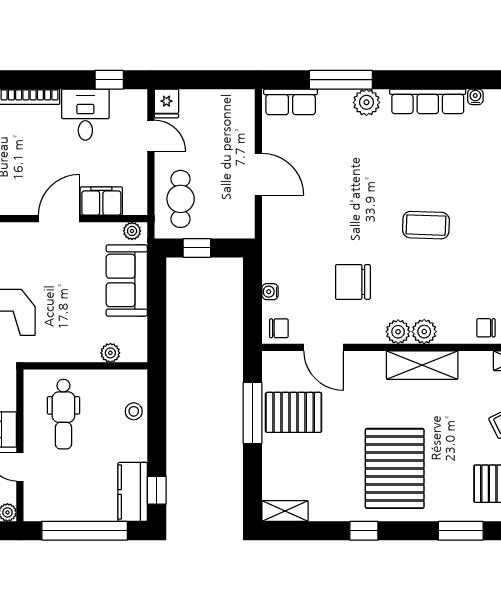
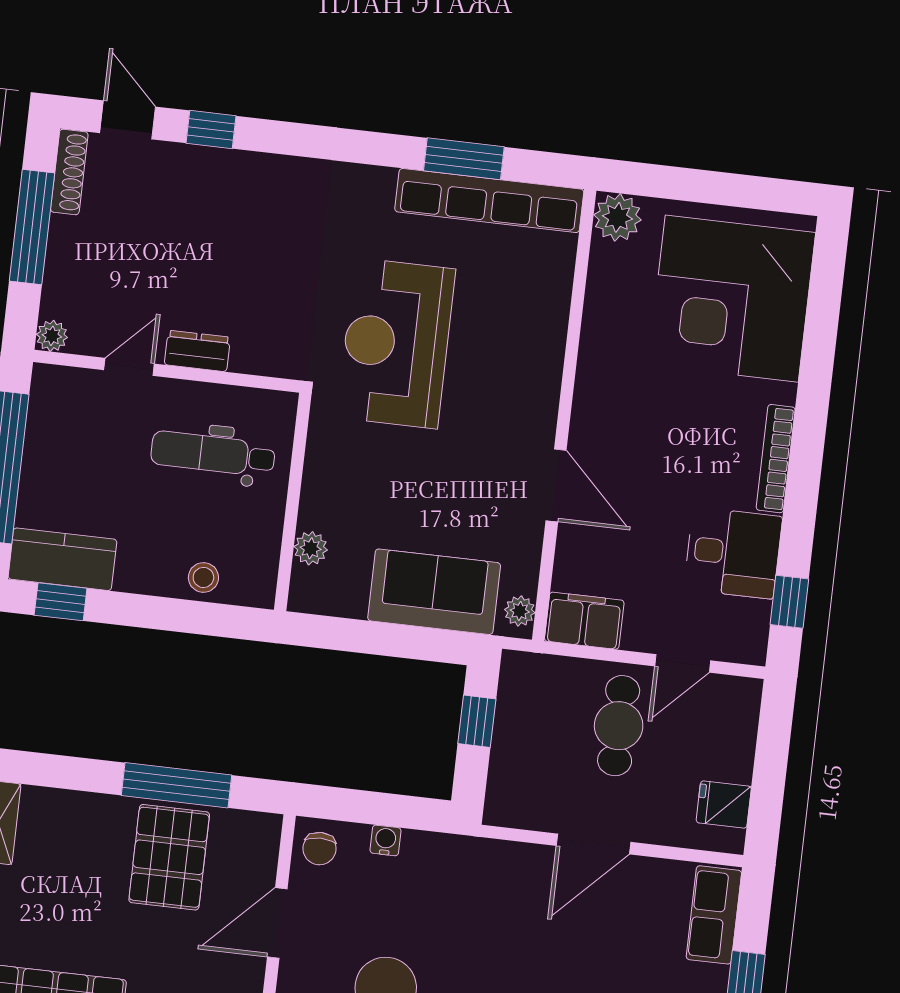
fridge: (166, 103) -> (724, 805), moved
cafe table: (181, 199) -> (619, 726), moved, turned 90
filing cabinet: (101, 201) -> (584, 621), moved, turned -90

